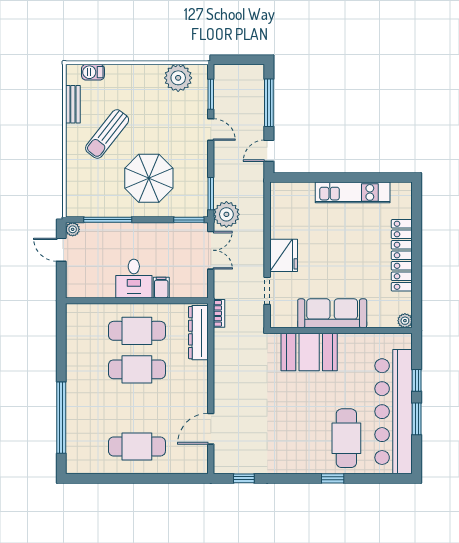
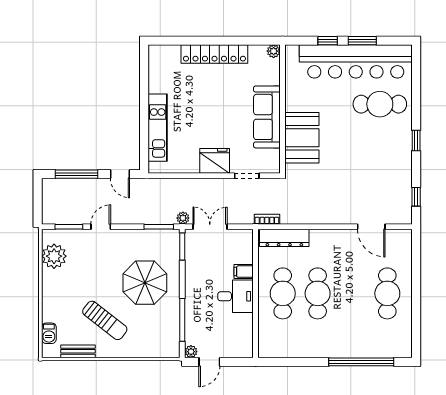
kitchen unit: (353, 192) -> (158, 128), moved
plant: (226, 214) -> (183, 218), width x0.53, depth x0.53
window: (333, 478) -> (416, 141), moved

